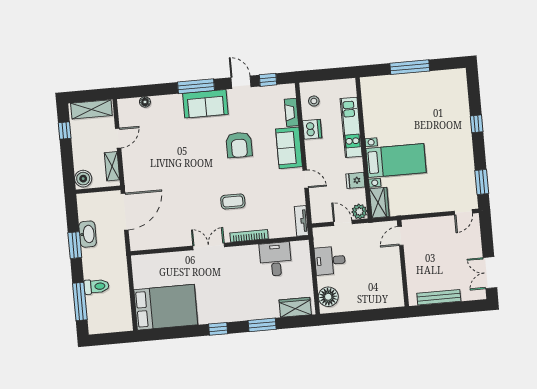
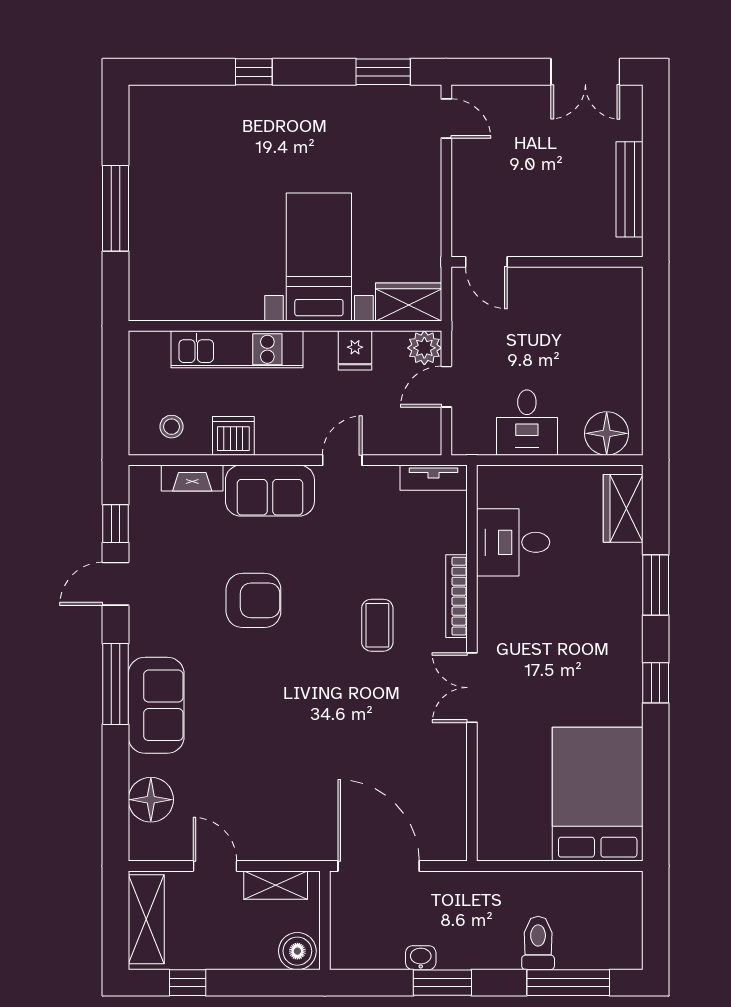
floor lamp: (145, 102) -> (151, 800), width x1.89, depth x1.89
sofa: (205, 104) -> (156, 705), moved
washbasin: (88, 234) -> (421, 958), width x0.52, depth x0.69

